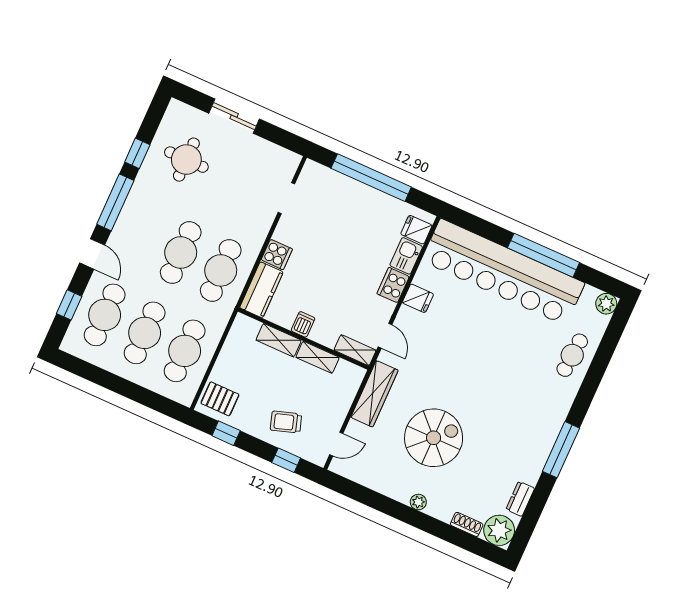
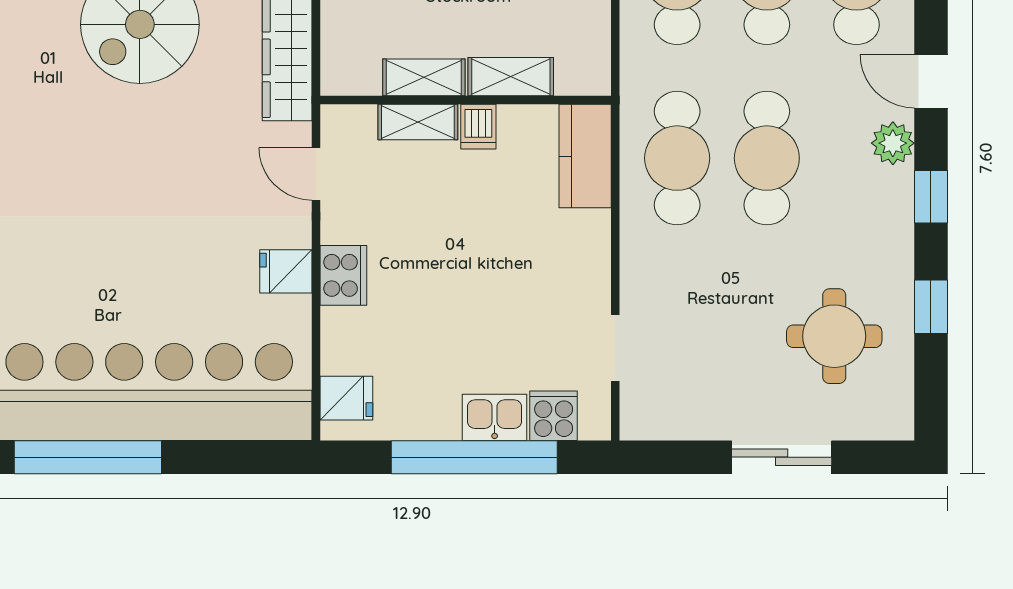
window: (115, 202) -> (931, 197), width x0.46
plant: (122, 234) -> (893, 143), added
cooker: (277, 254) -> (554, 416), moved, turned 90
kitchen sink: (406, 256) -> (495, 417), moved, turned -90
shelving: (355, 350) -> (418, 122), moved

